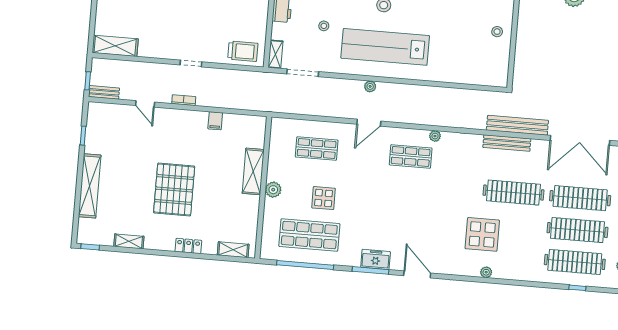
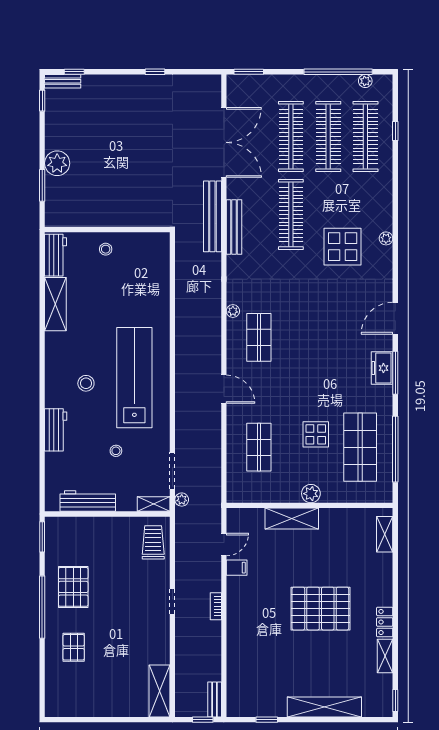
lab bench: (385, 47) -> (134, 378), turned 180
plant: (370, 86) -> (182, 500), moved
door: (145, 104) -> (224, 545), moved
locker: (188, 246) -> (385, 622), moved

